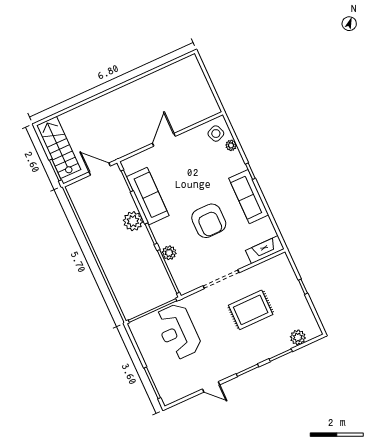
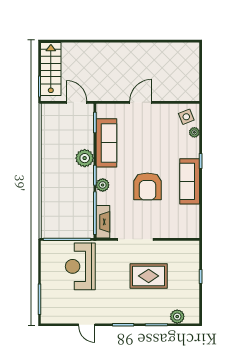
fireplace: (265, 250) -> (103, 222), moved, turned 90
plant: (169, 253) -> (103, 185), moved

